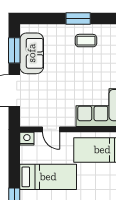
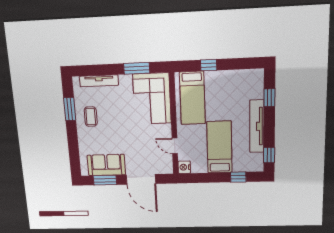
window: (78, 19) -> (70, 109), moved
door: (51, 129) -> (175, 146), swing flipped

